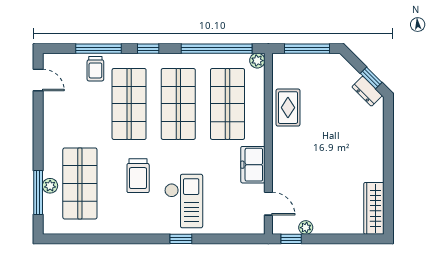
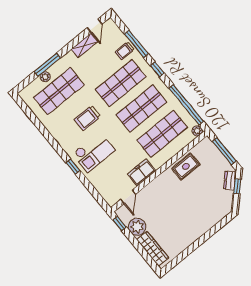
window: (371, 78) -> (237, 186), moved
dresser: (367, 91) -> (230, 180), moved
shelving: (51, 110) -> (84, 45), added
window: (38, 193) -> (47, 65), moved
wardrobe: (374, 208) -> (153, 249), moved, turned 90
plant: (306, 228) -> (137, 227), width x1.88, depth x1.88

